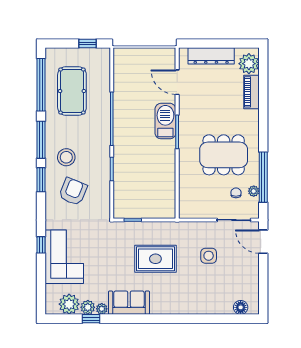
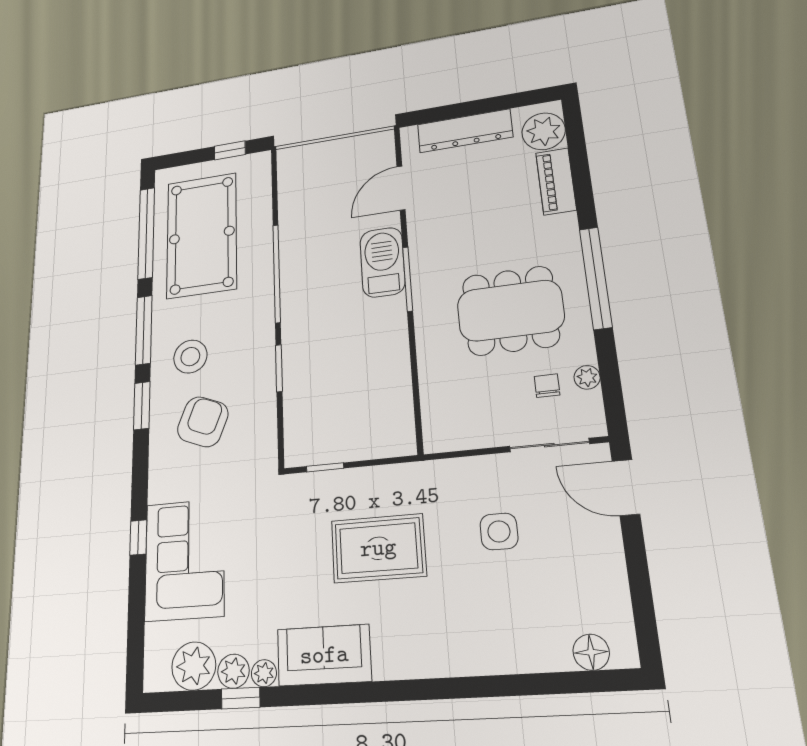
door: (177, 82) -> (401, 188), hinge flipped
pool table: (72, 91) -> (202, 235), width x1.36, depth x1.32
window: (263, 177) -> (596, 278), moved

